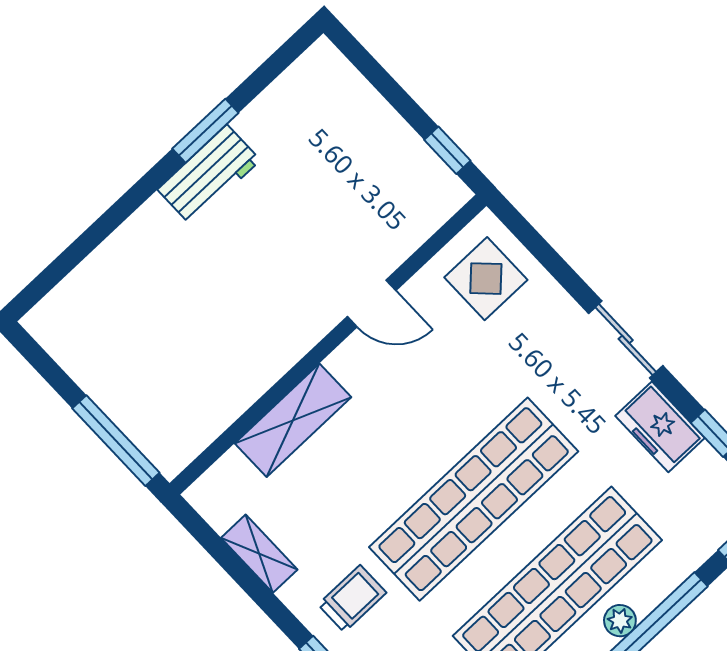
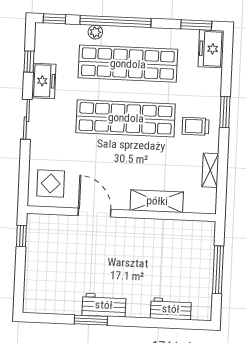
workbench: (99, 276) -> (171, 309), added
door: (372, 304) -> (94, 213), width x1.38
window: (116, 441) -> (218, 270), moved
plant: (620, 621) -> (95, 32), moved

